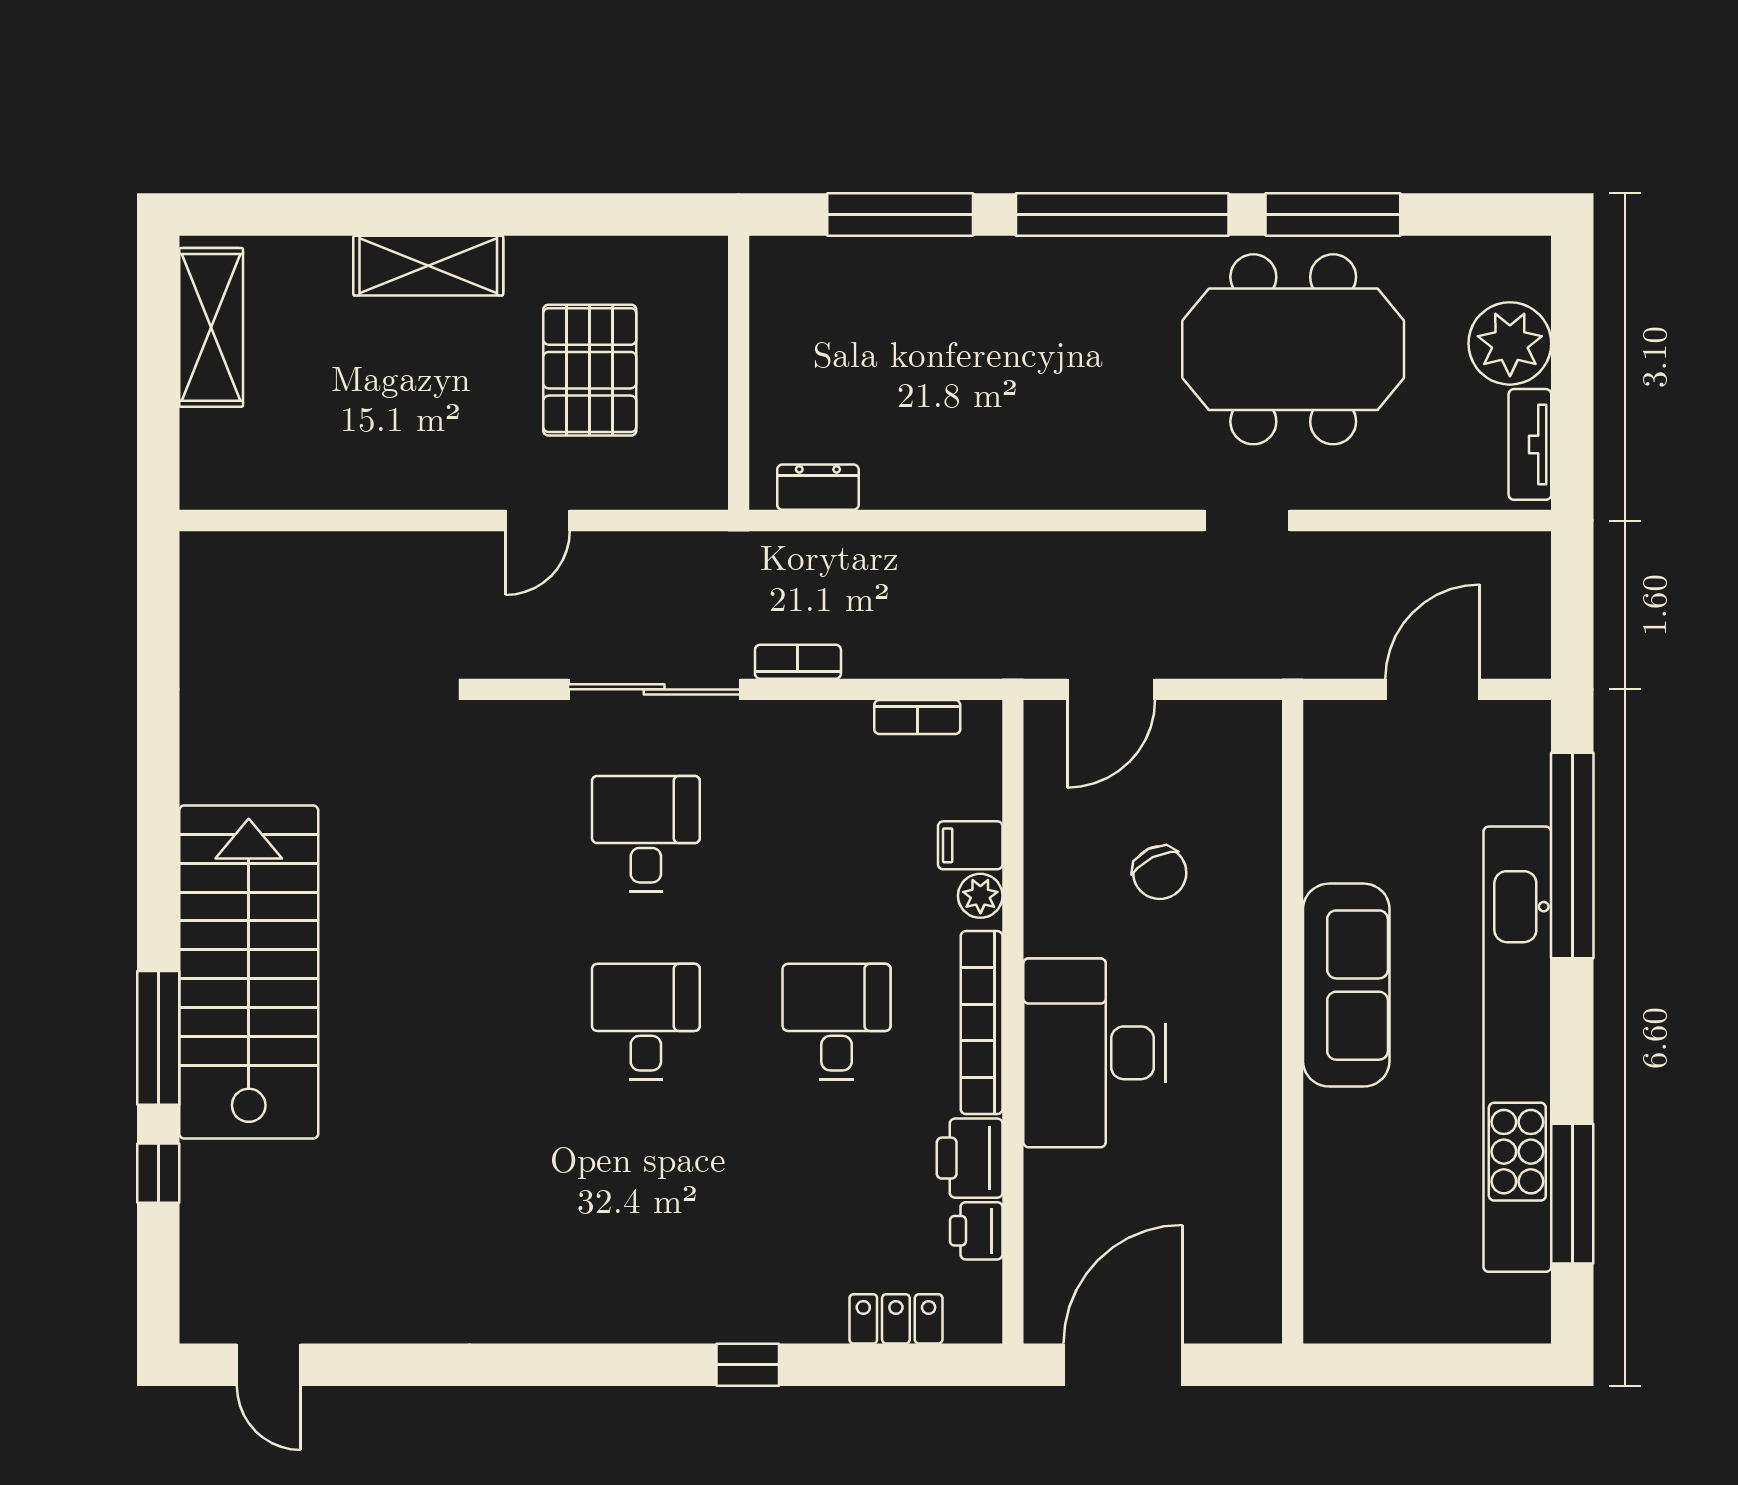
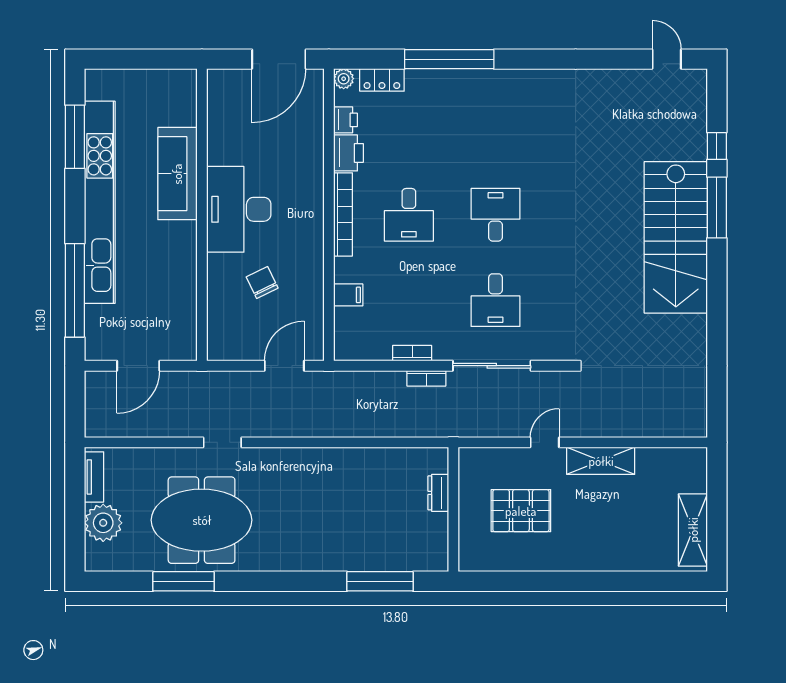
window: (1122, 215) -> (279, 581), removed
shelving: (428, 266) -> (601, 461), moved
pallet: (590, 370) -> (521, 511), turned 90
dresser: (818, 487) -> (438, 493), moved, turned 90
bookcase: (917, 717) -> (412, 353), moved
plant: (980, 896) -> (344, 79), moved
sofa: (1346, 985) -> (177, 174), moved
desk: (646, 1022) -> (495, 215), turned 180
desk: (1094, 1053) -> (239, 209), moved, turned 180
window: (748, 1365) -> (449, 59), width x3.17

